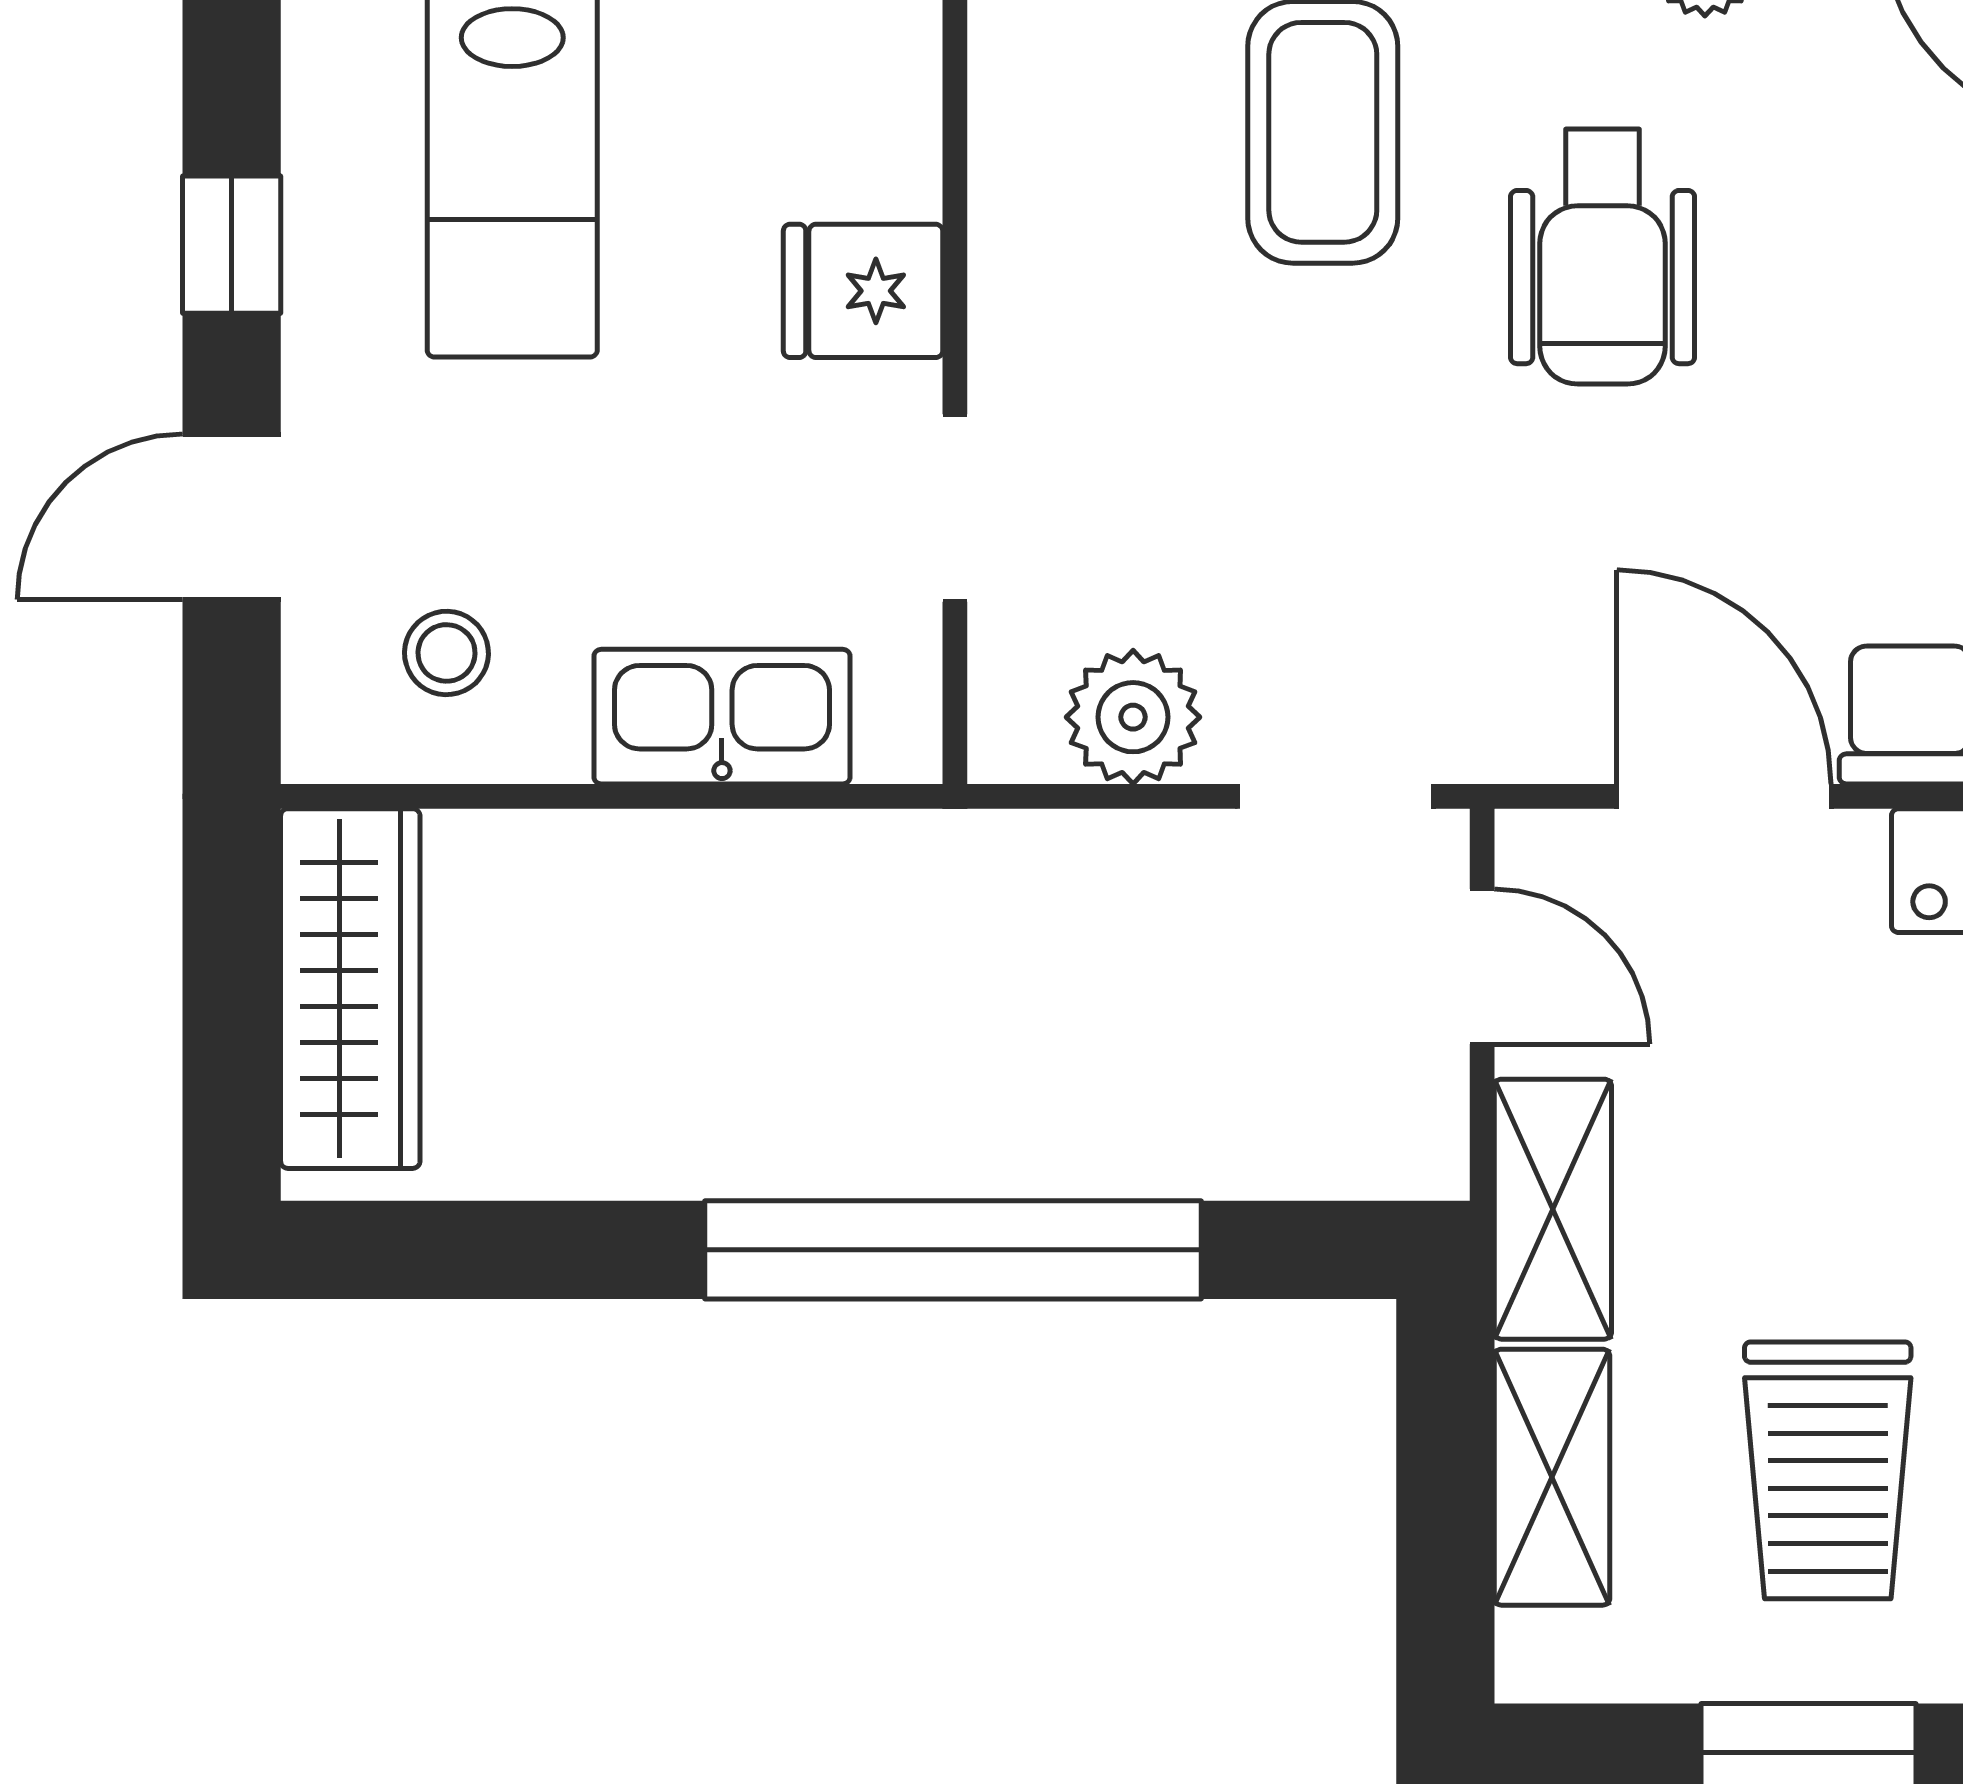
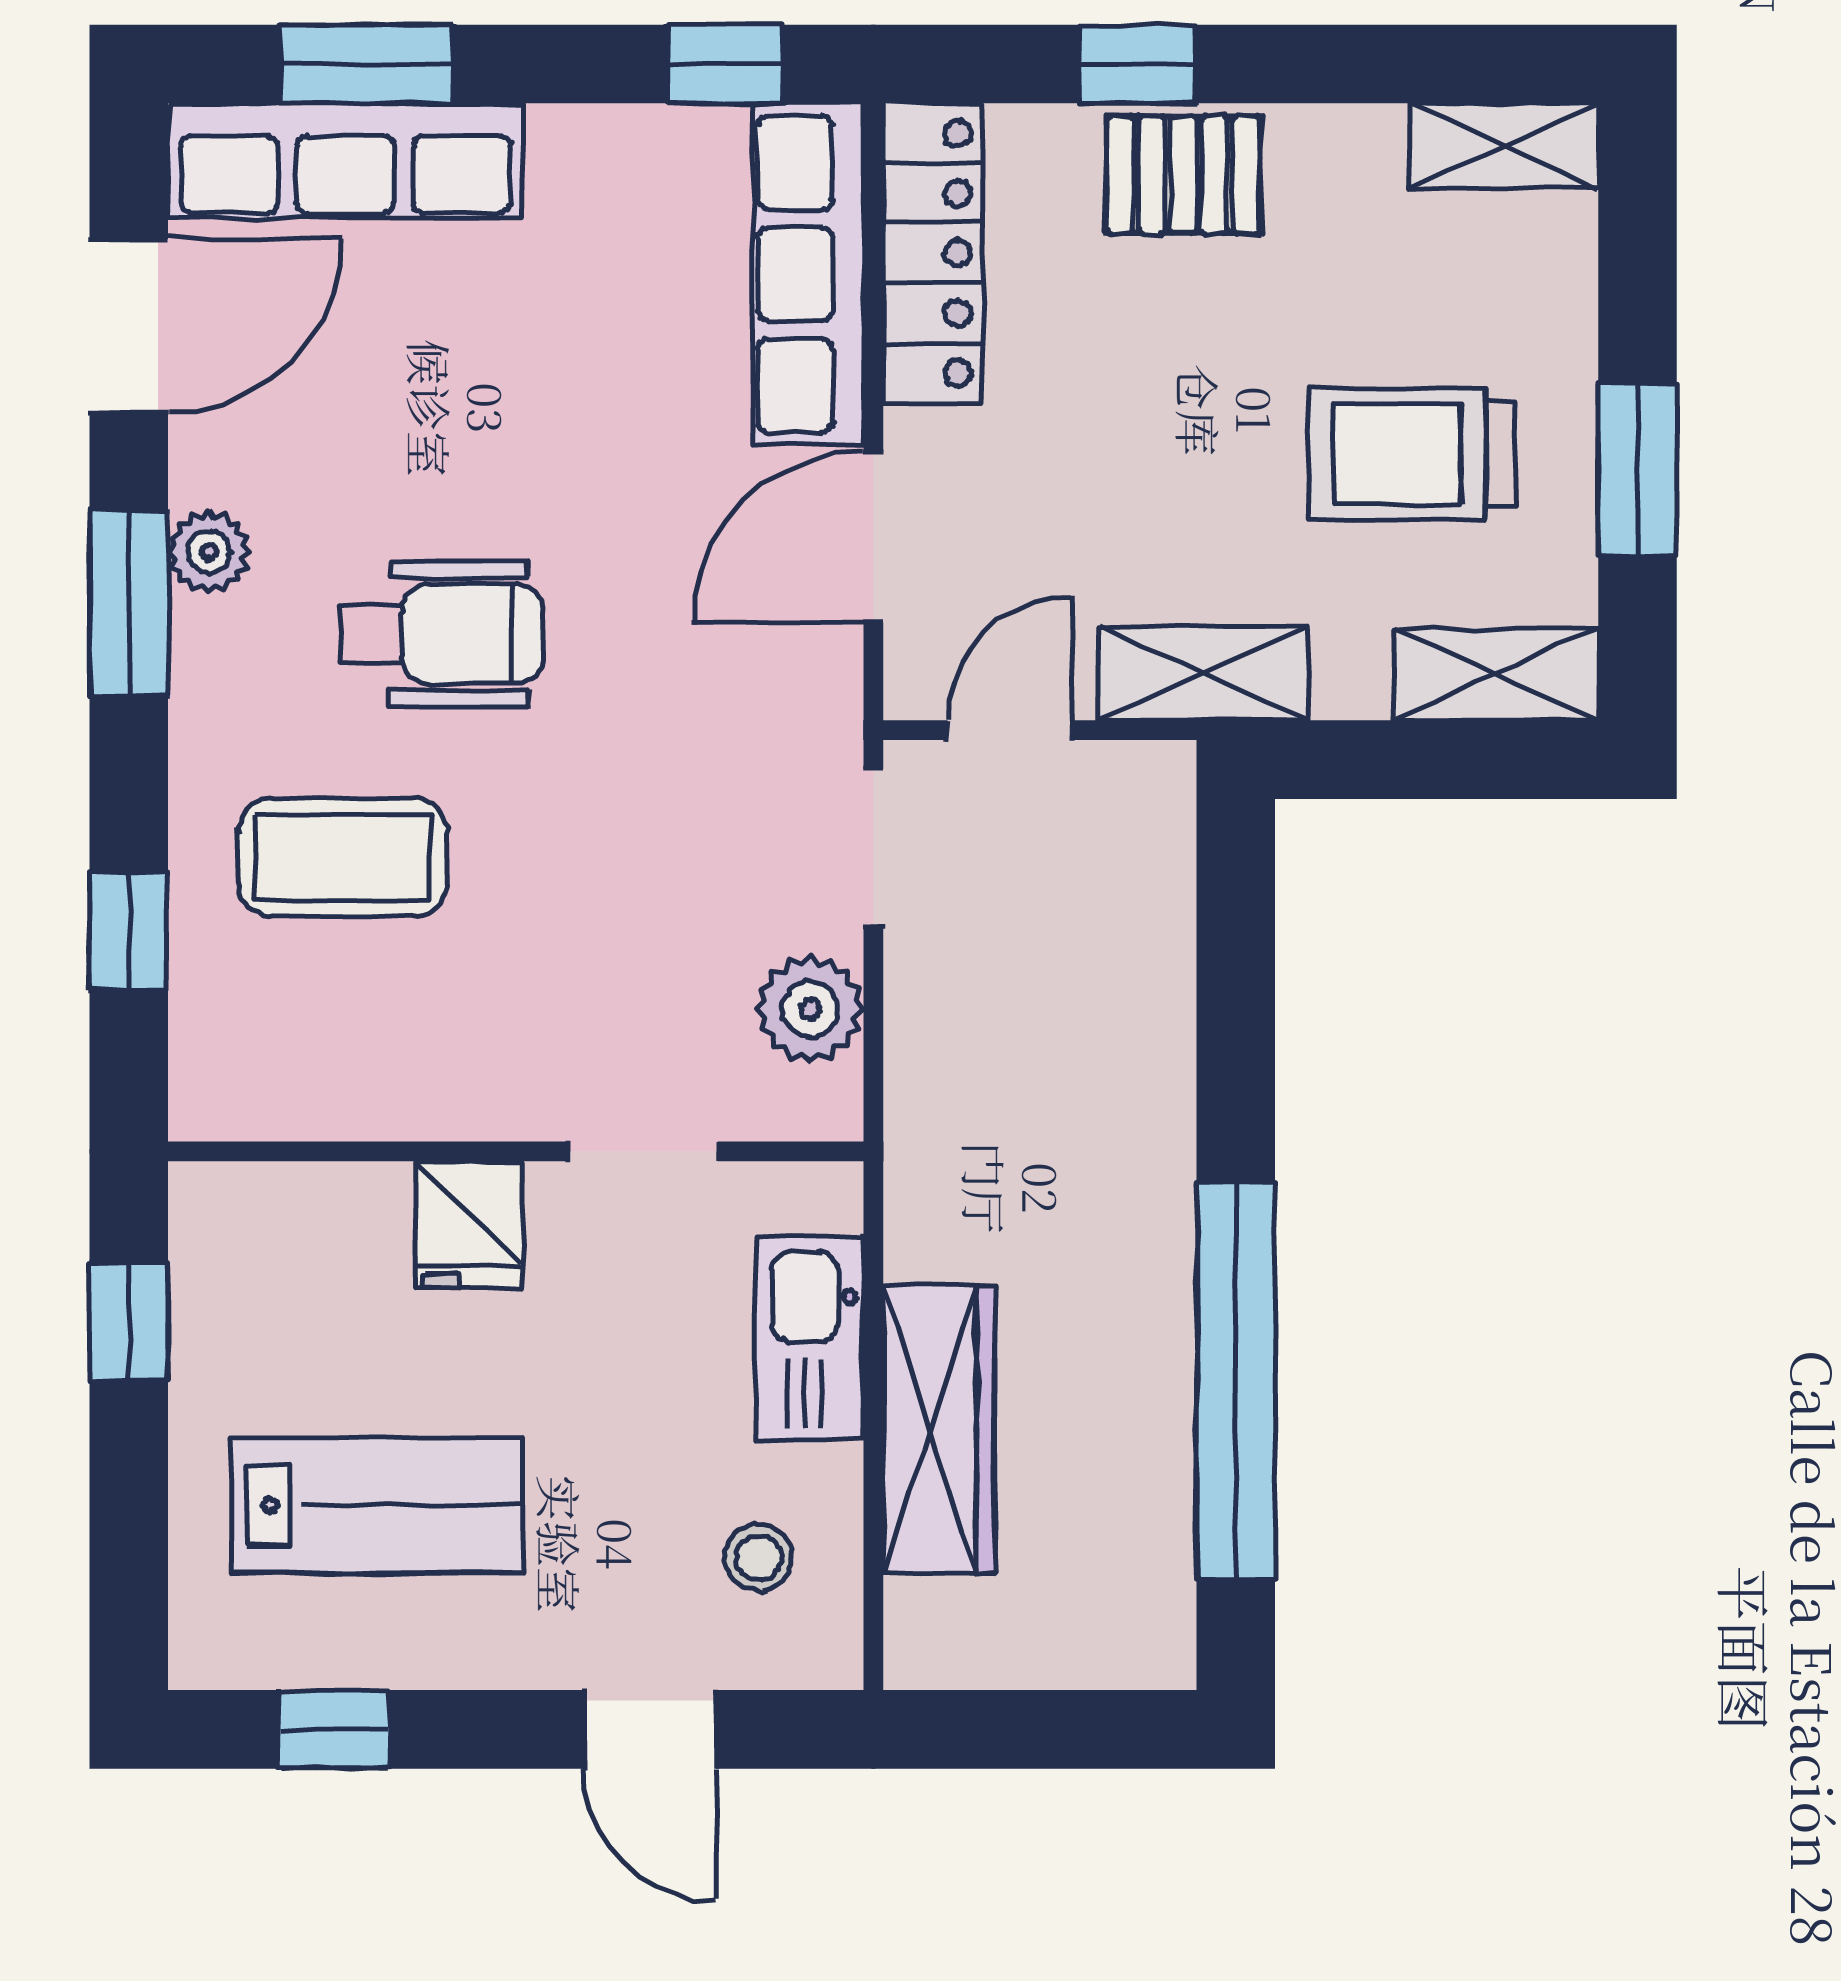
window: (232, 245) -> (334, 1729), moved
wardrobe: (350, 989) -> (939, 1429), moved, turned 90
window: (953, 1250) -> (1236, 1380), moved
trolley: (1828, 1470) -> (1412, 454), turned 180
shelving: (1552, 1477) -> (1496, 674), moved

